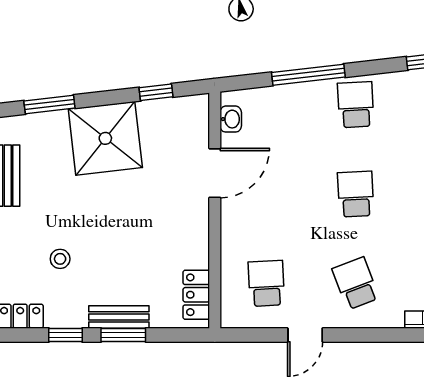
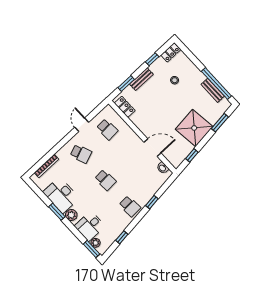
window: (308, 75) -> (152, 202), width x0.46
door: (215, 173) -> (153, 148), swing flipped
window: (123, 335) -> (126, 84), moved

